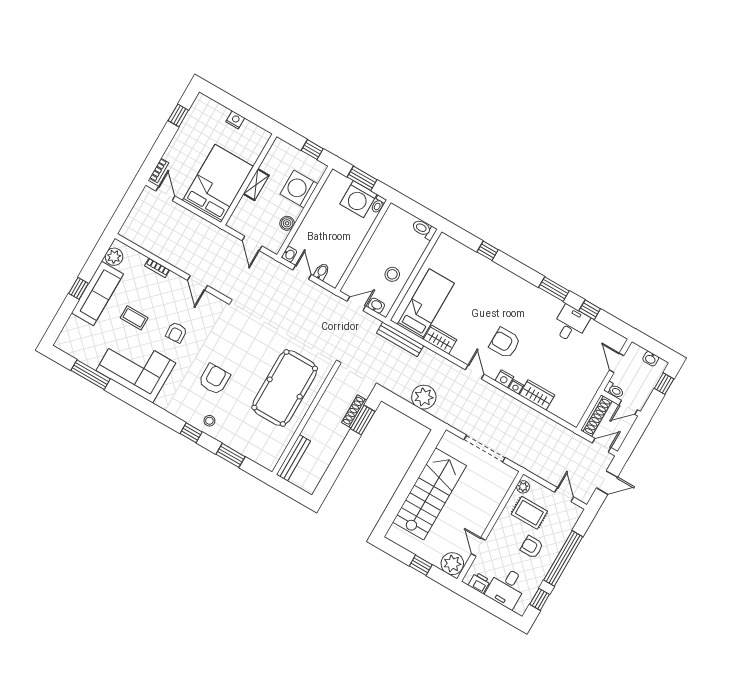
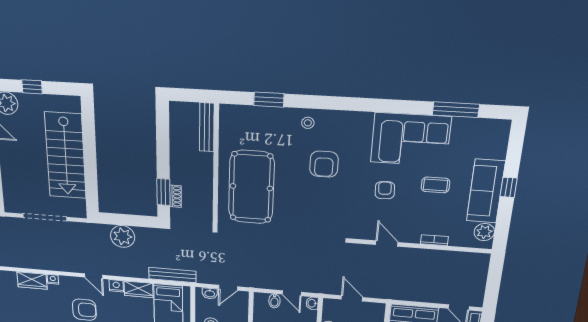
nightstand: (504, 379) -> (116, 286), moved
shoe rack: (354, 411) -> (175, 196), width x0.70
window: (191, 433) -> (320, 102), removed

